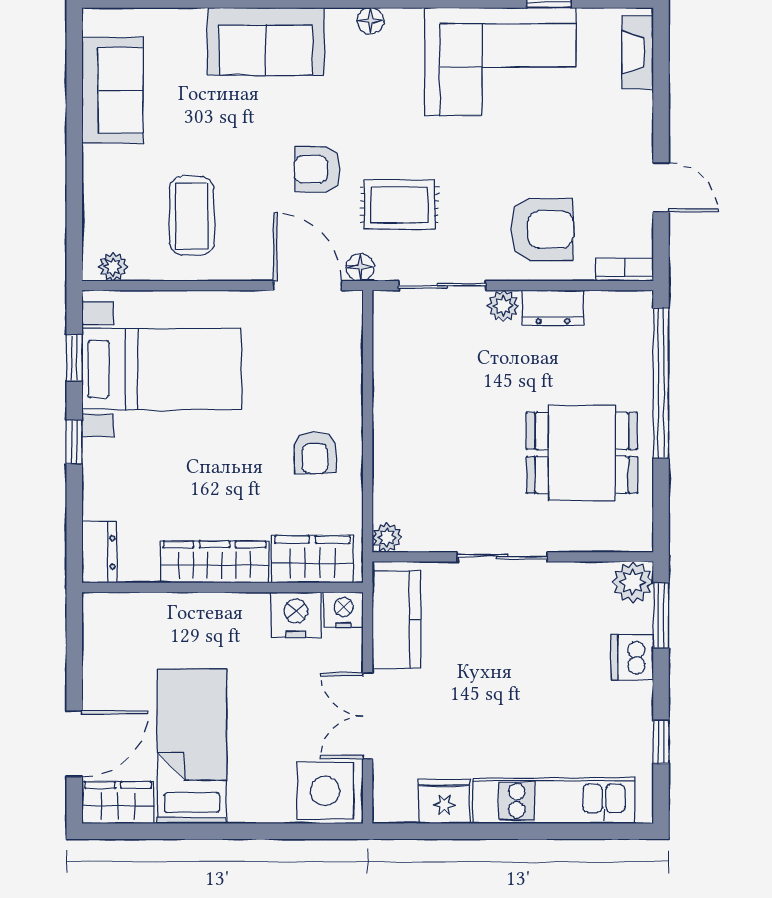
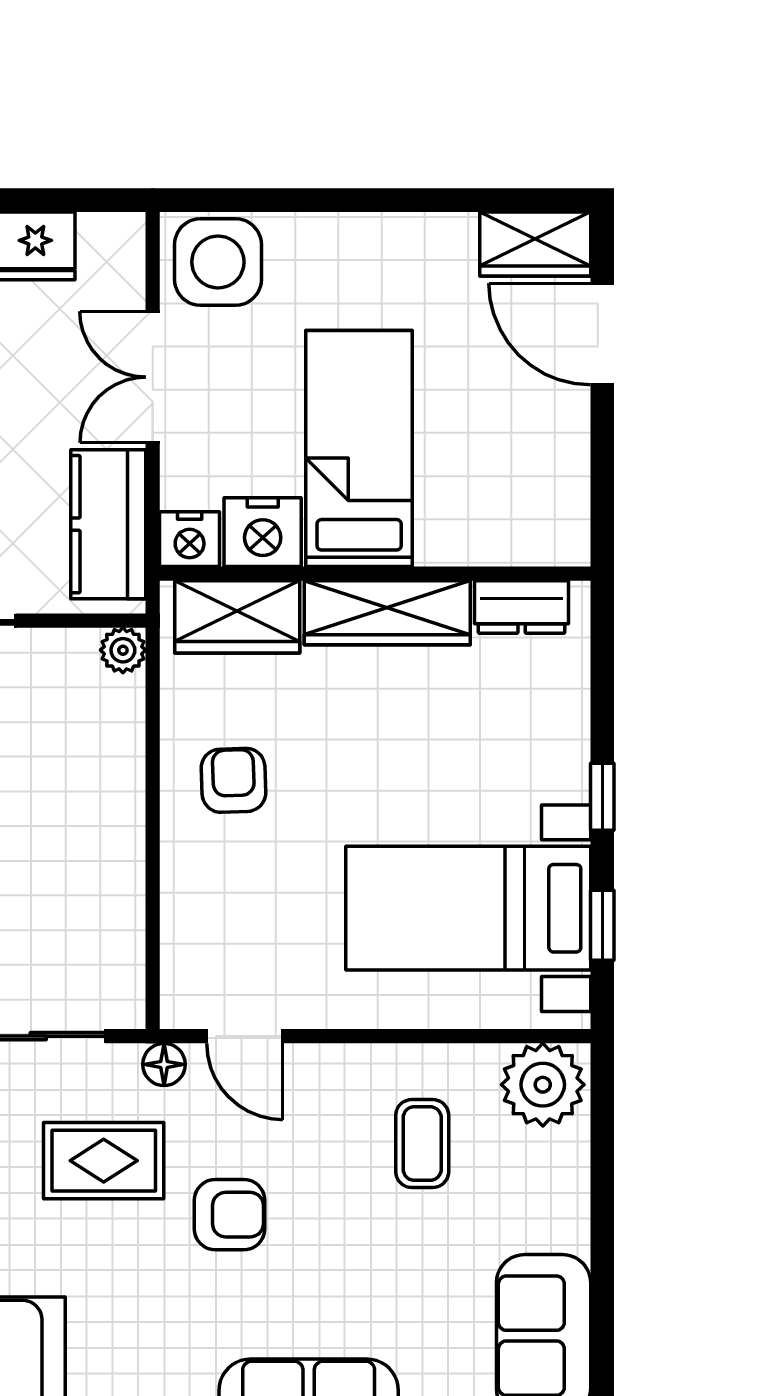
coffee table: (192, 216) -> (422, 1144), width x0.73, depth x0.77
plant: (113, 267) -> (543, 1085), width x1.88, depth x1.88
door: (307, 286) -> (245, 1036), width x0.73
dresser: (99, 552) -> (522, 607), moved, turned -90
double door: (368, 716) -> (153, 377), swing flipped
door: (74, 744) -> (602, 334), hinge flipped
bed: (192, 746) -> (359, 449), moved, turned 180

